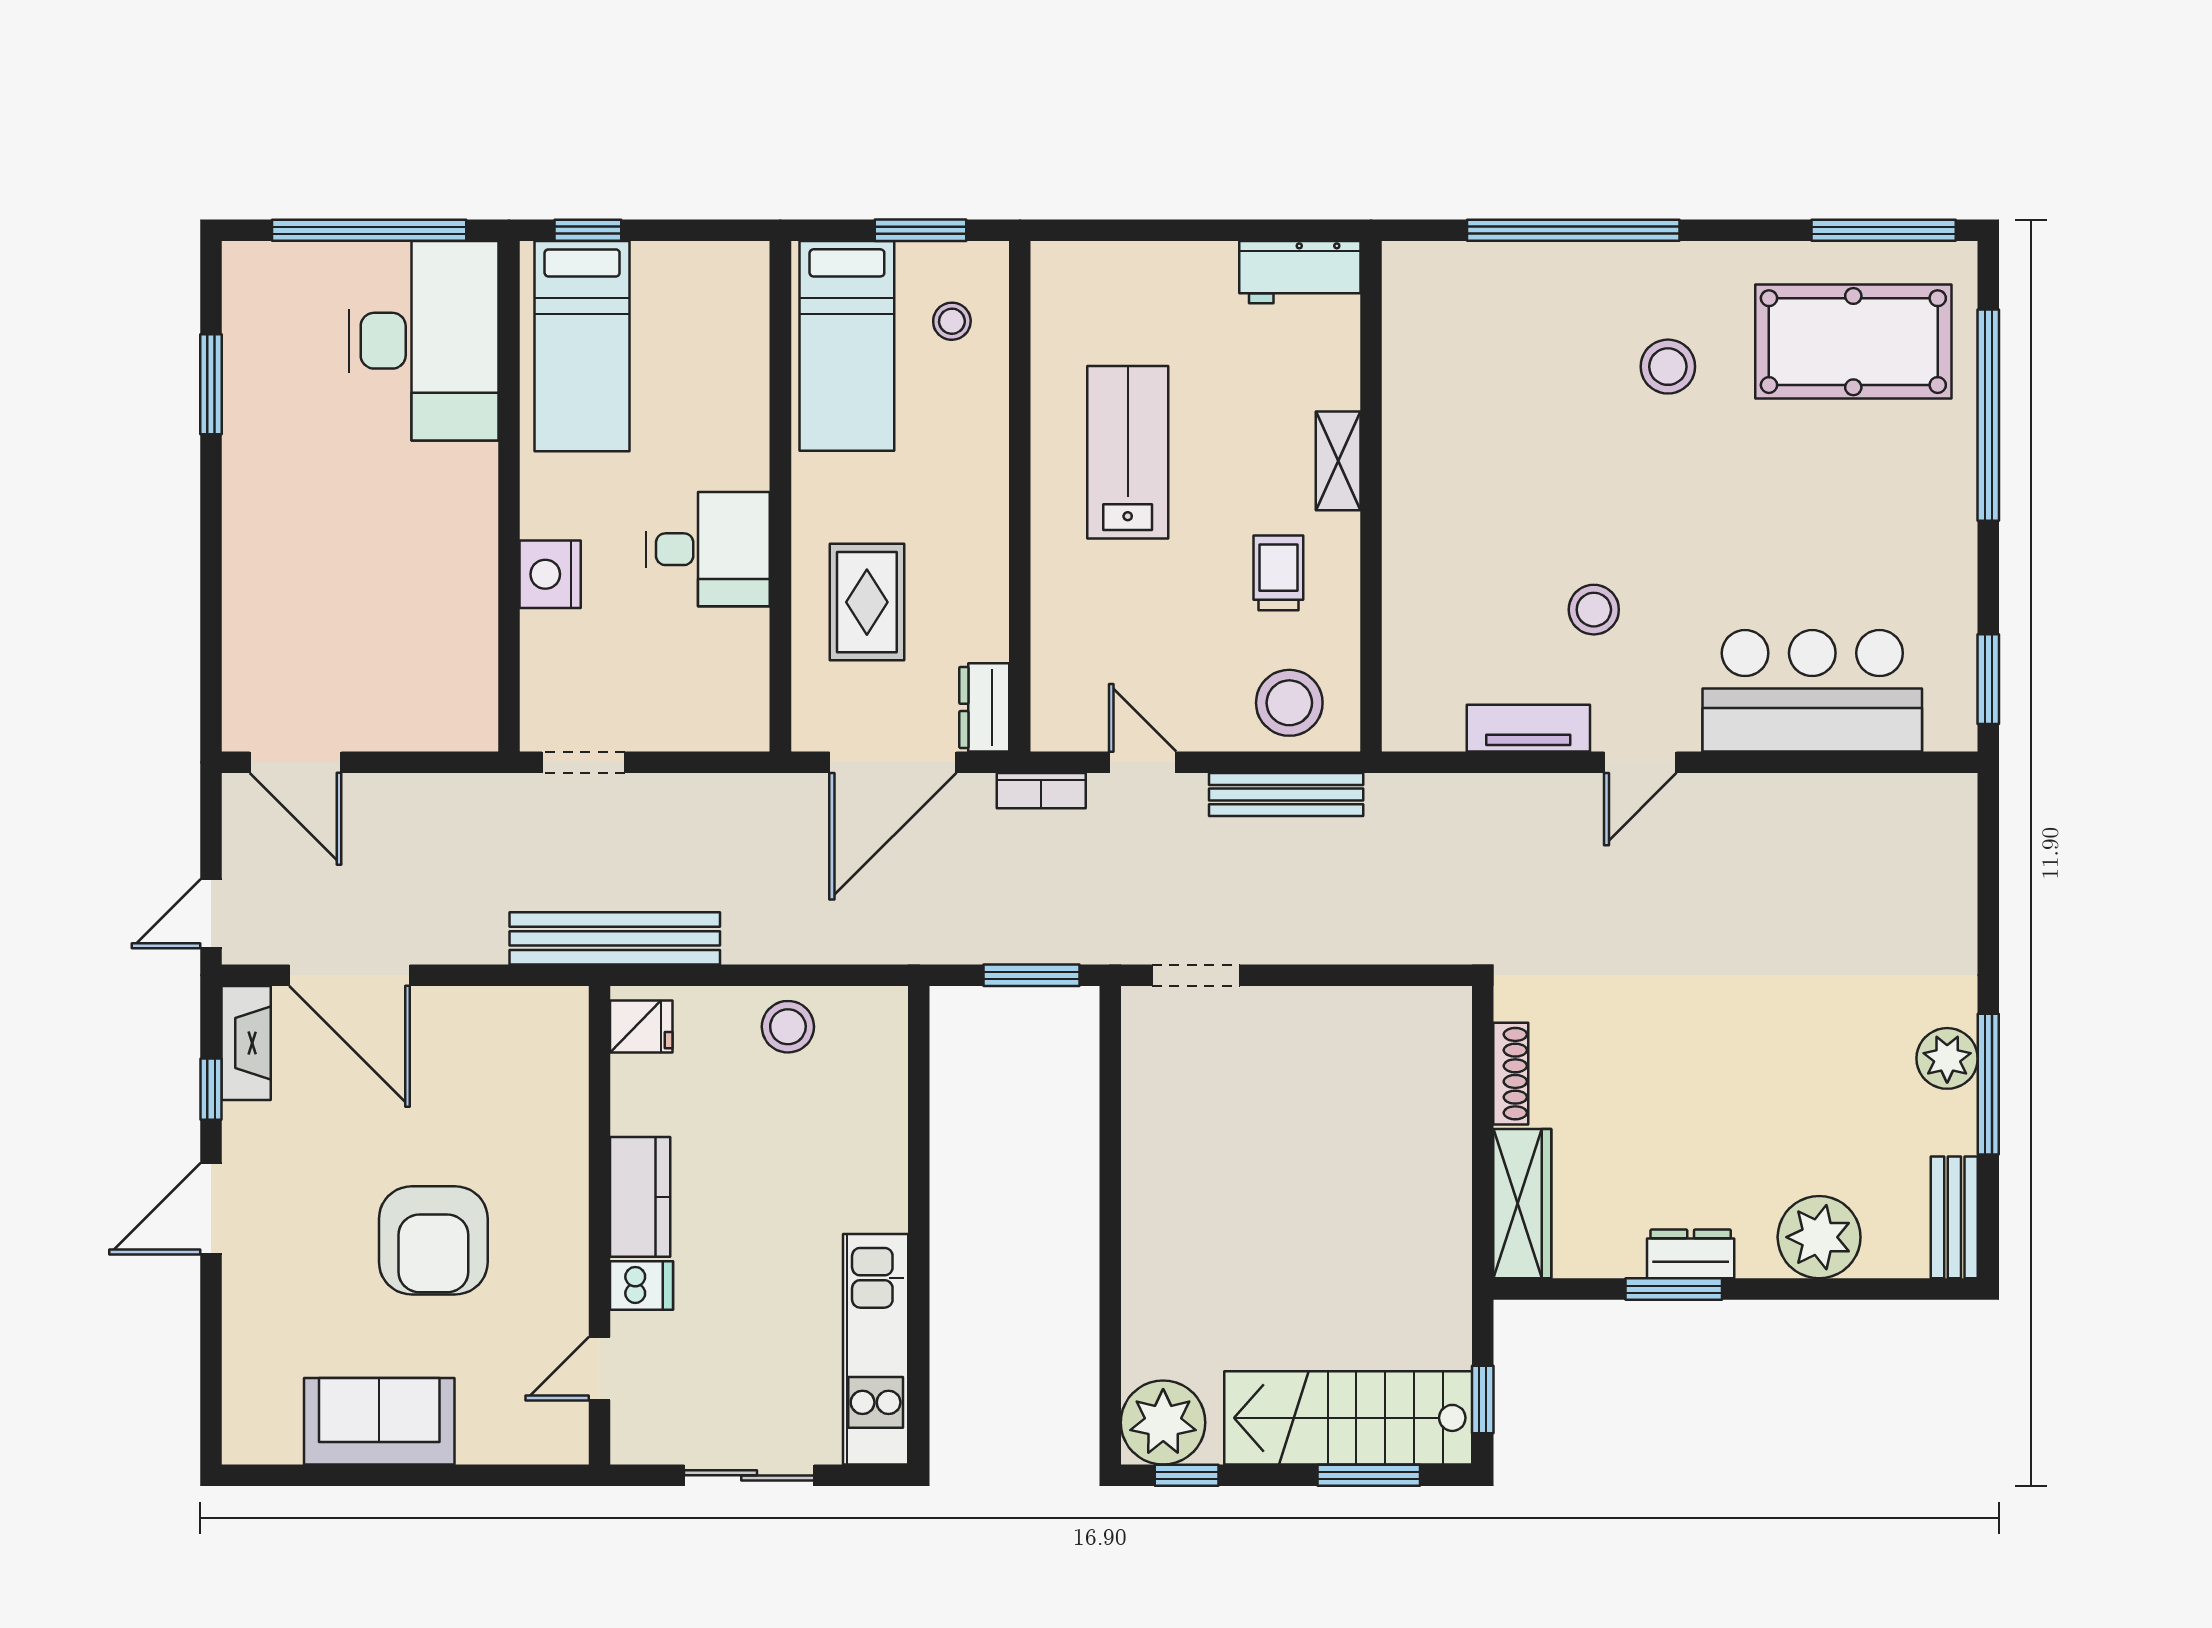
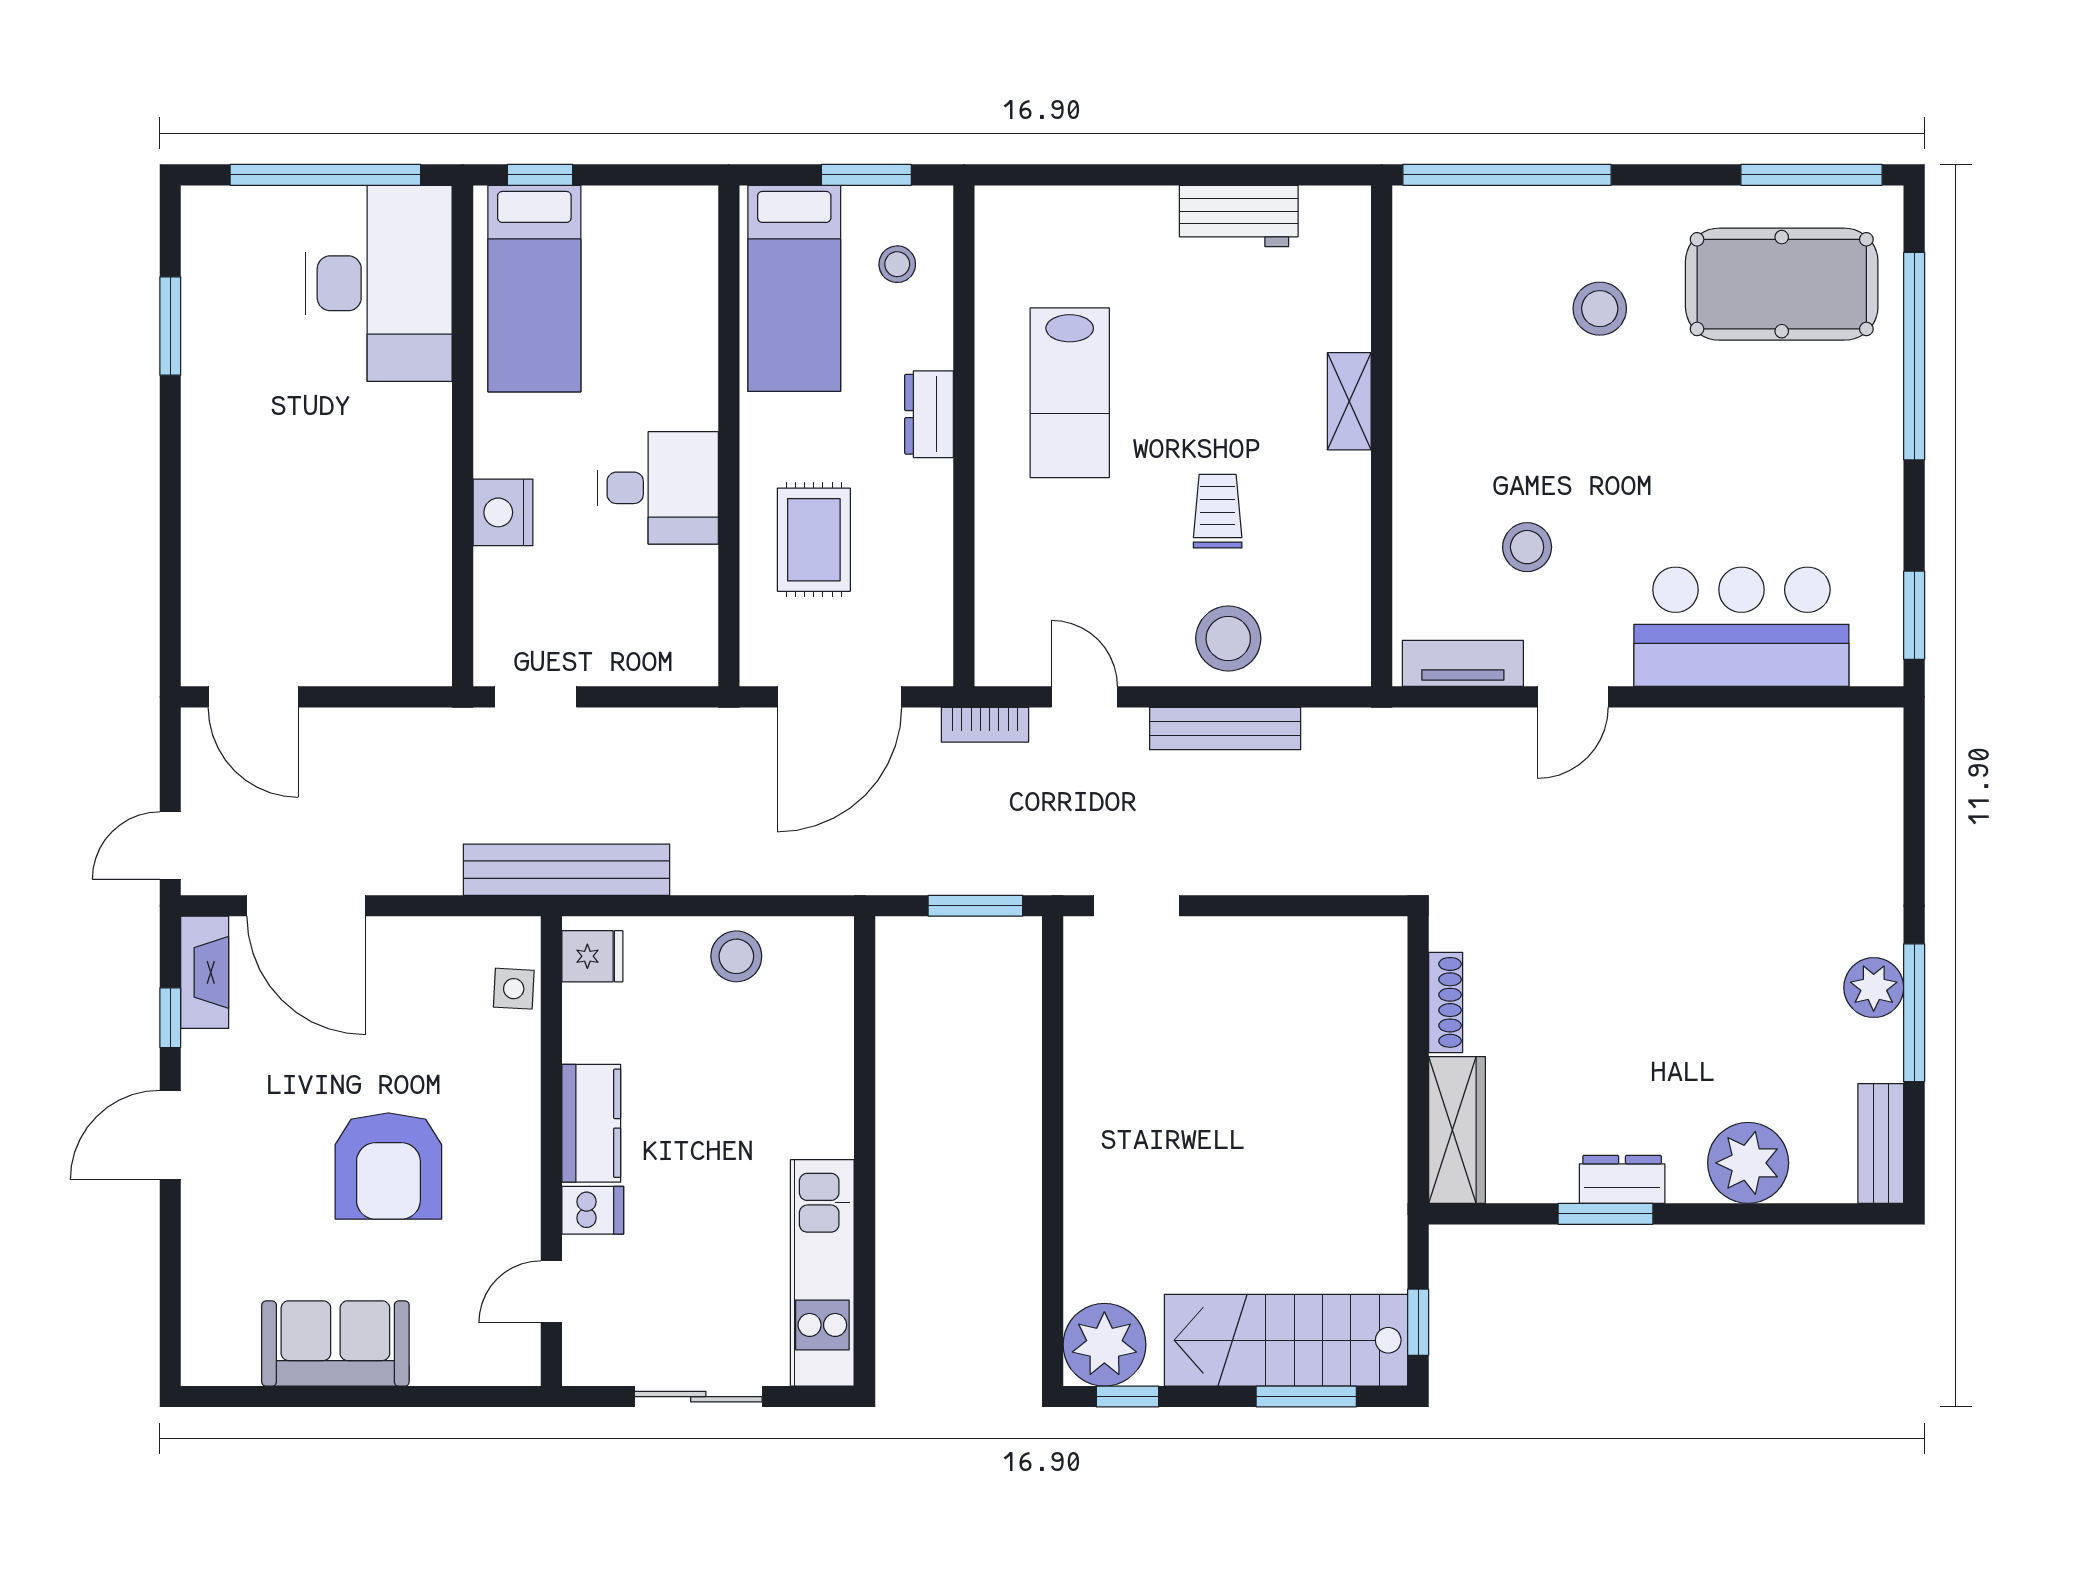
lab bench: (1128, 452) -> (1070, 393), turned 180
shelving: (1338, 461) -> (1349, 401), moved
wall: (1371, 496) -> (1382, 436), moved
dresser: (984, 707) -> (929, 414), moved
side table: (561, 1060) -> (514, 989), added

